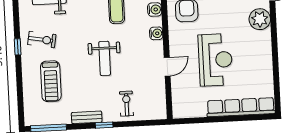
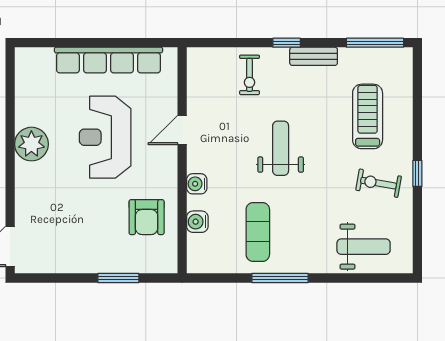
plant: (260, 19) -> (31, 144), moved
row of seats: (241, 107) -> (108, 60), moved

